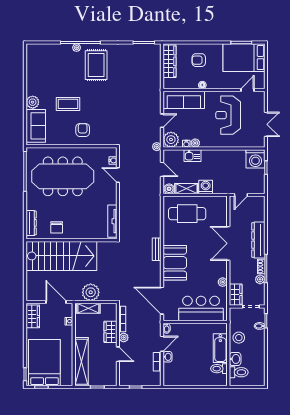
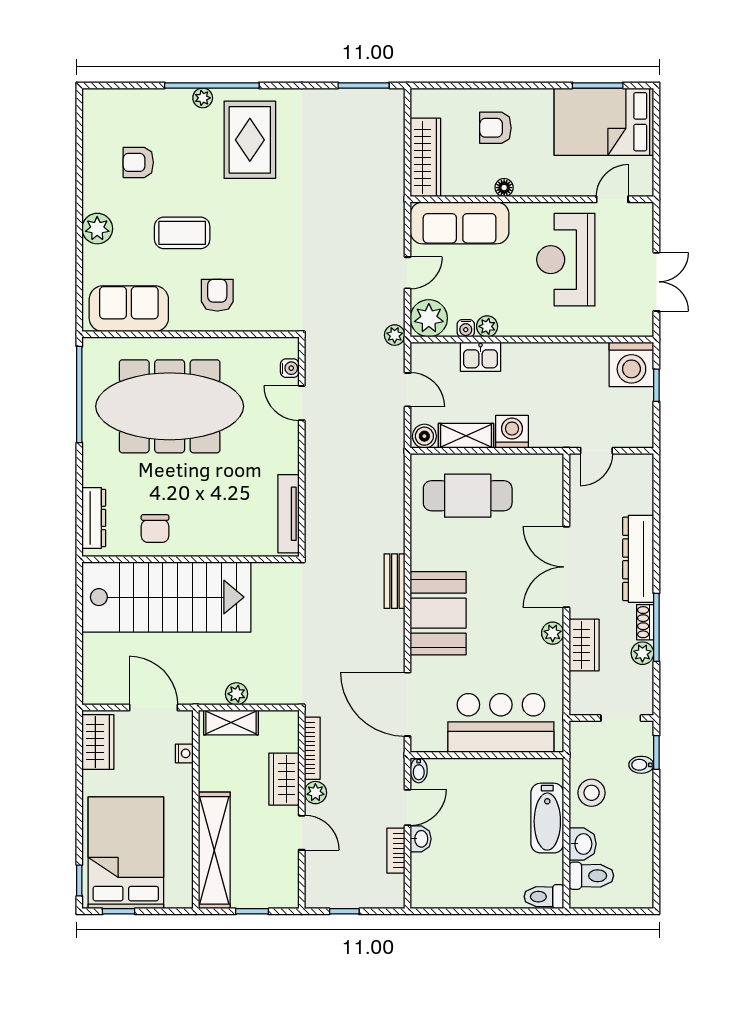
wardrobe: (169, 61) -> (425, 157), moved
armchair: (50, 75) -> (138, 162), added
sofa: (36, 126) -> (129, 309), moved, turned -90
plant: (223, 282) -> (553, 633), moved
plant: (91, 292) -> (236, 694), width x0.53, depth x0.53
wardrobe: (236, 295) -> (584, 645), moved
toilet: (219, 369) -> (544, 897), moved

